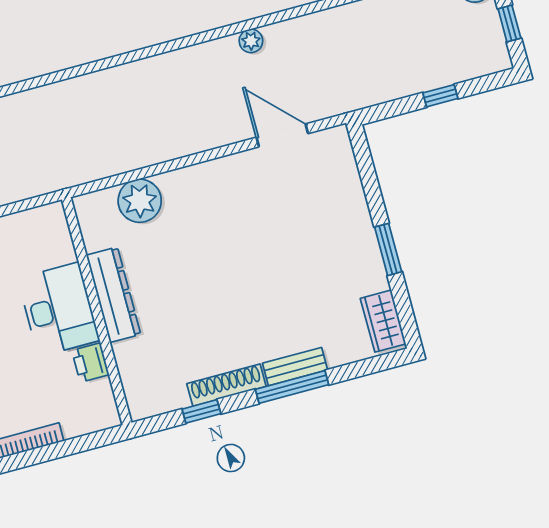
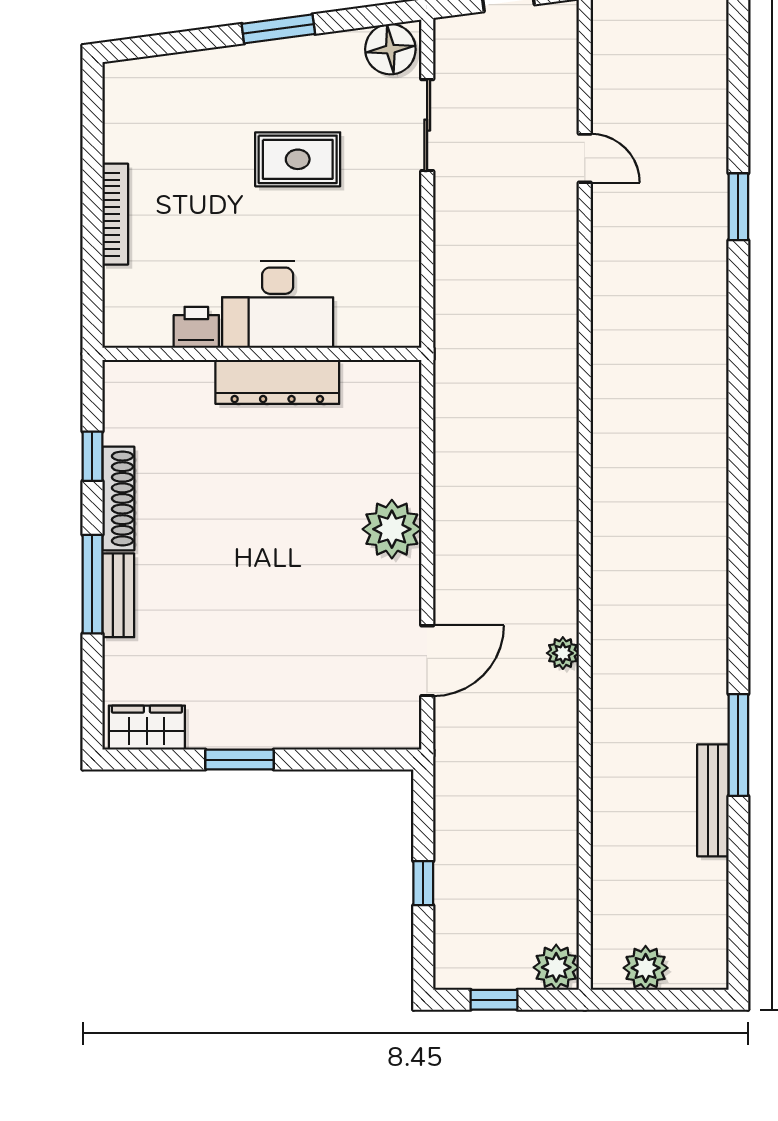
plant: (140, 201) -> (392, 529), moved

